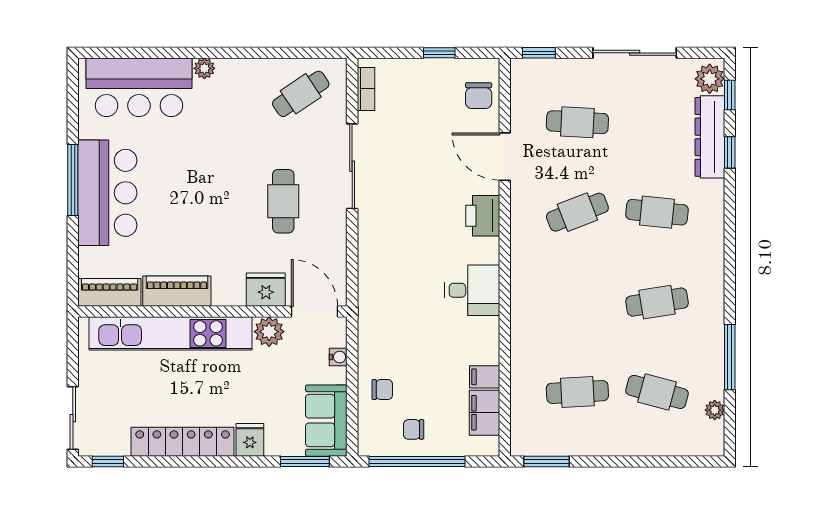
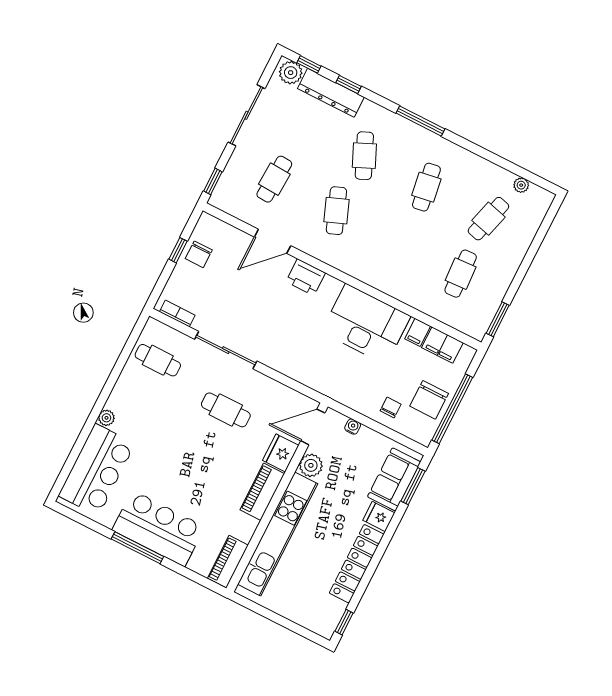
cafe table: (301, 94) -> (158, 360), turned -56
chair: (479, 96) -> (199, 254), moved, turned 90
cafe table: (657, 212) -> (364, 156), turned -30
desk: (472, 290) -> (366, 324), width x1.87, depth x1.30
piano: (177, 291) -> (262, 492), moved
window: (730, 357) -> (420, 121), moved
sliding door: (73, 418) -> (302, 631), removed
sofa: (326, 421) -> (394, 479), moved, turned 90
chair: (414, 429) -> (429, 400), width x1.87, depth x1.87

